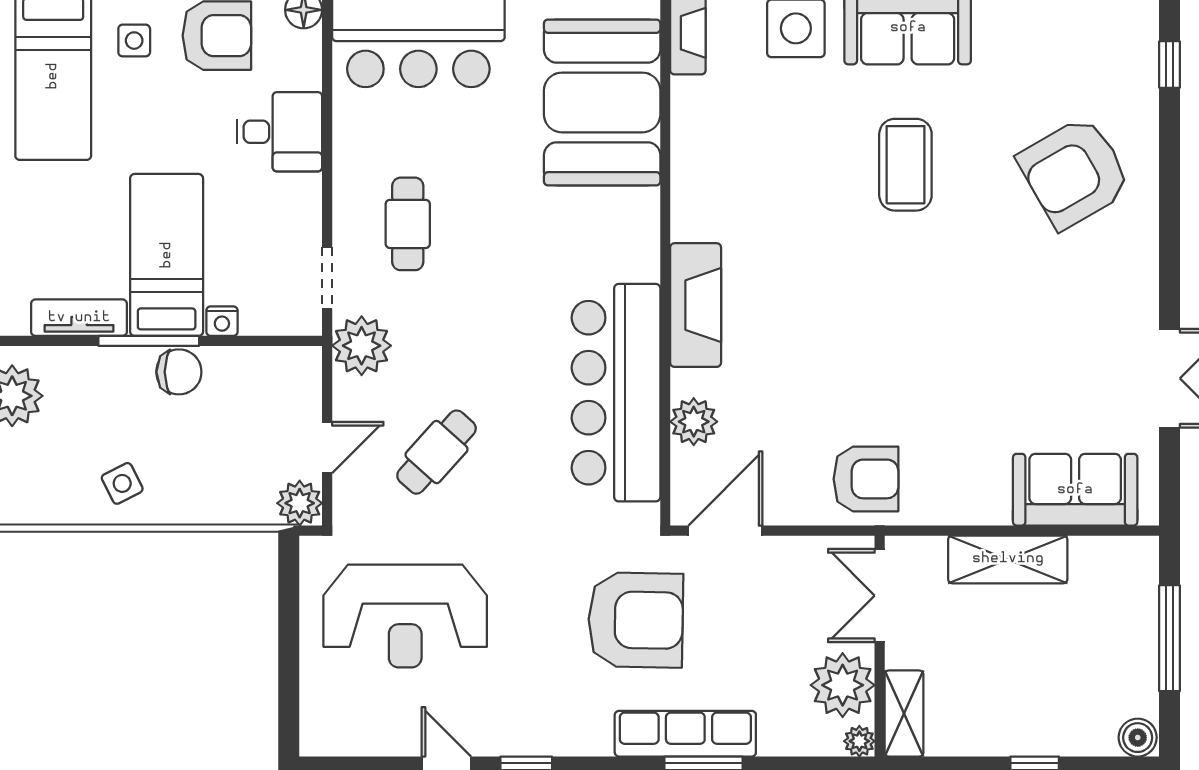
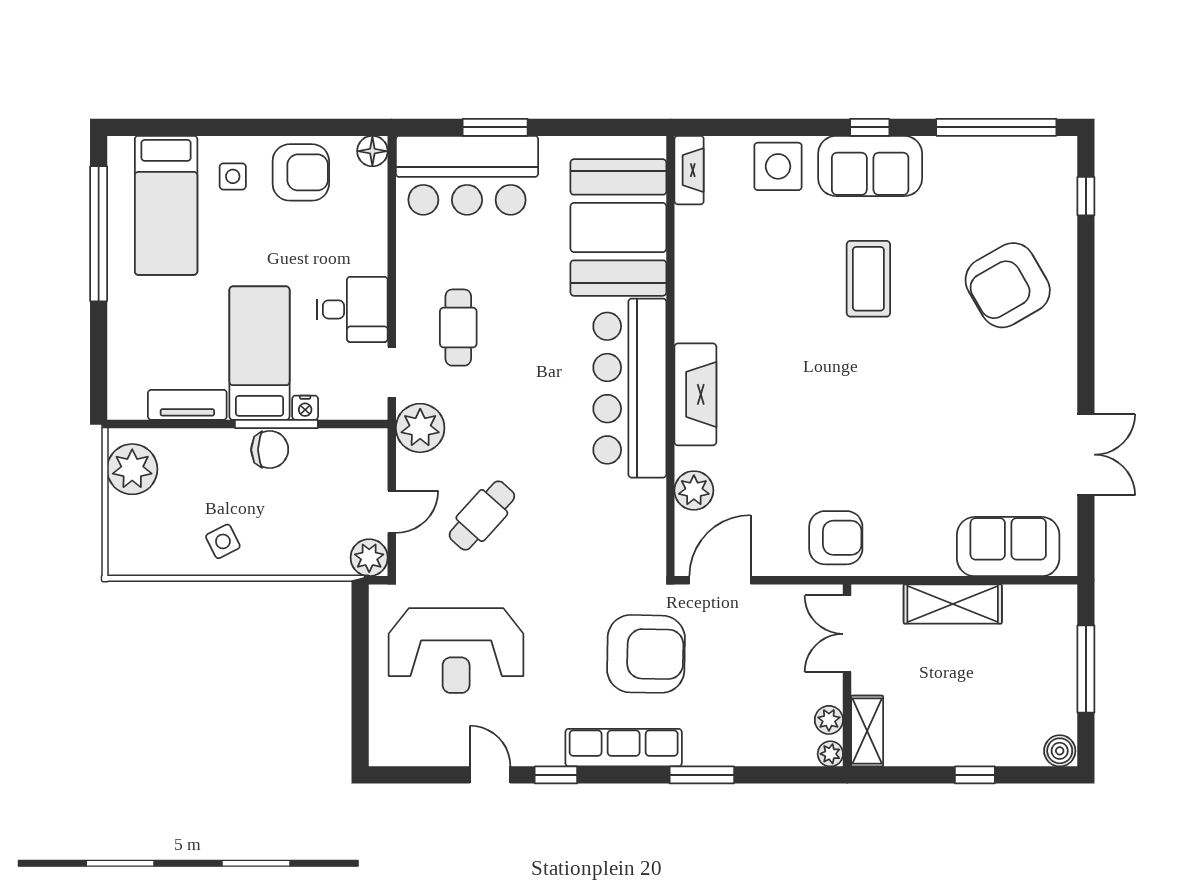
desk: (279, 132) -> (352, 309), moved
window: (149, 341) -> (276, 424), moved
bar counter: (616, 393) -> (630, 388), moved
plant: (843, 685) -> (829, 720), width x0.53, depth x0.53
row of seats: (685, 734) -> (624, 748), moved

